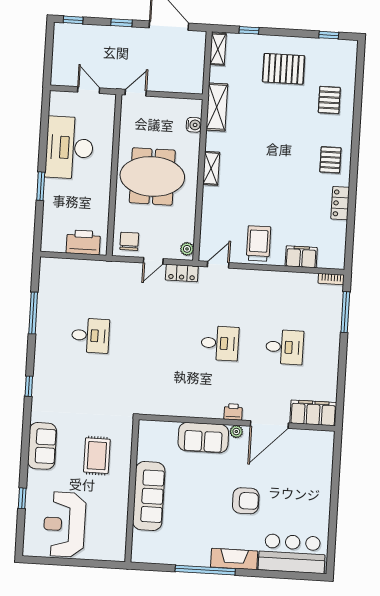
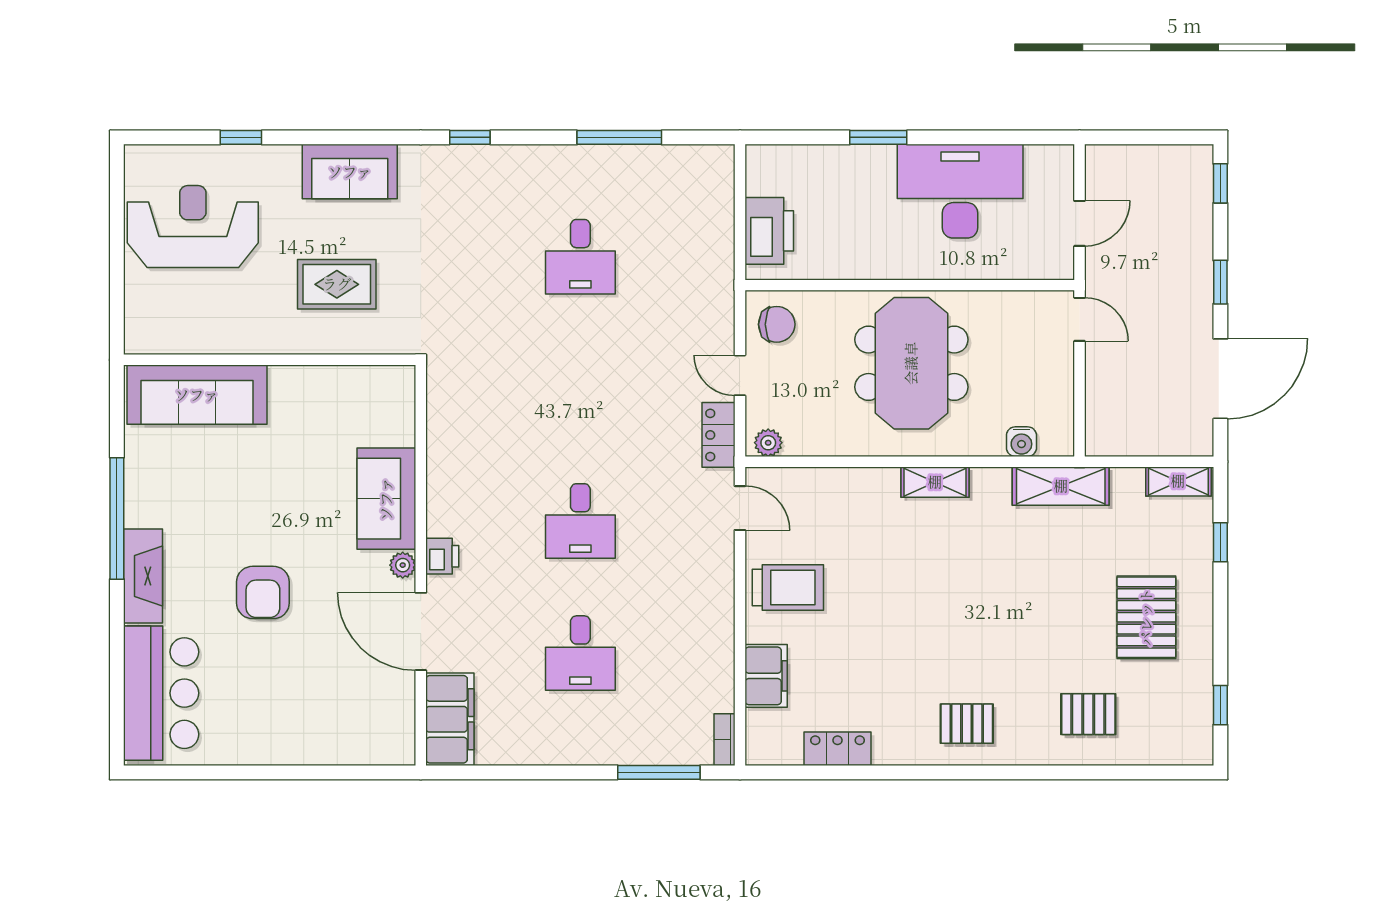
locker: (340, 203) -> (837, 749), moved
sofa: (149, 496) -> (197, 395), moved

